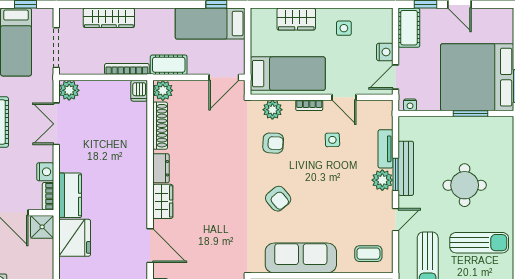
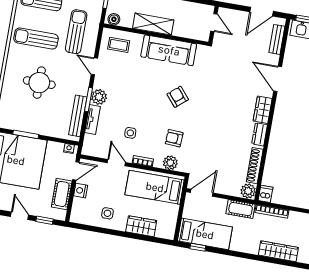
cot: (409, 28) -> (62, 194), moved
bench: (406, 168) -> (78, 116), moved
door: (396, 220) -> (94, 66), hinge flipped

